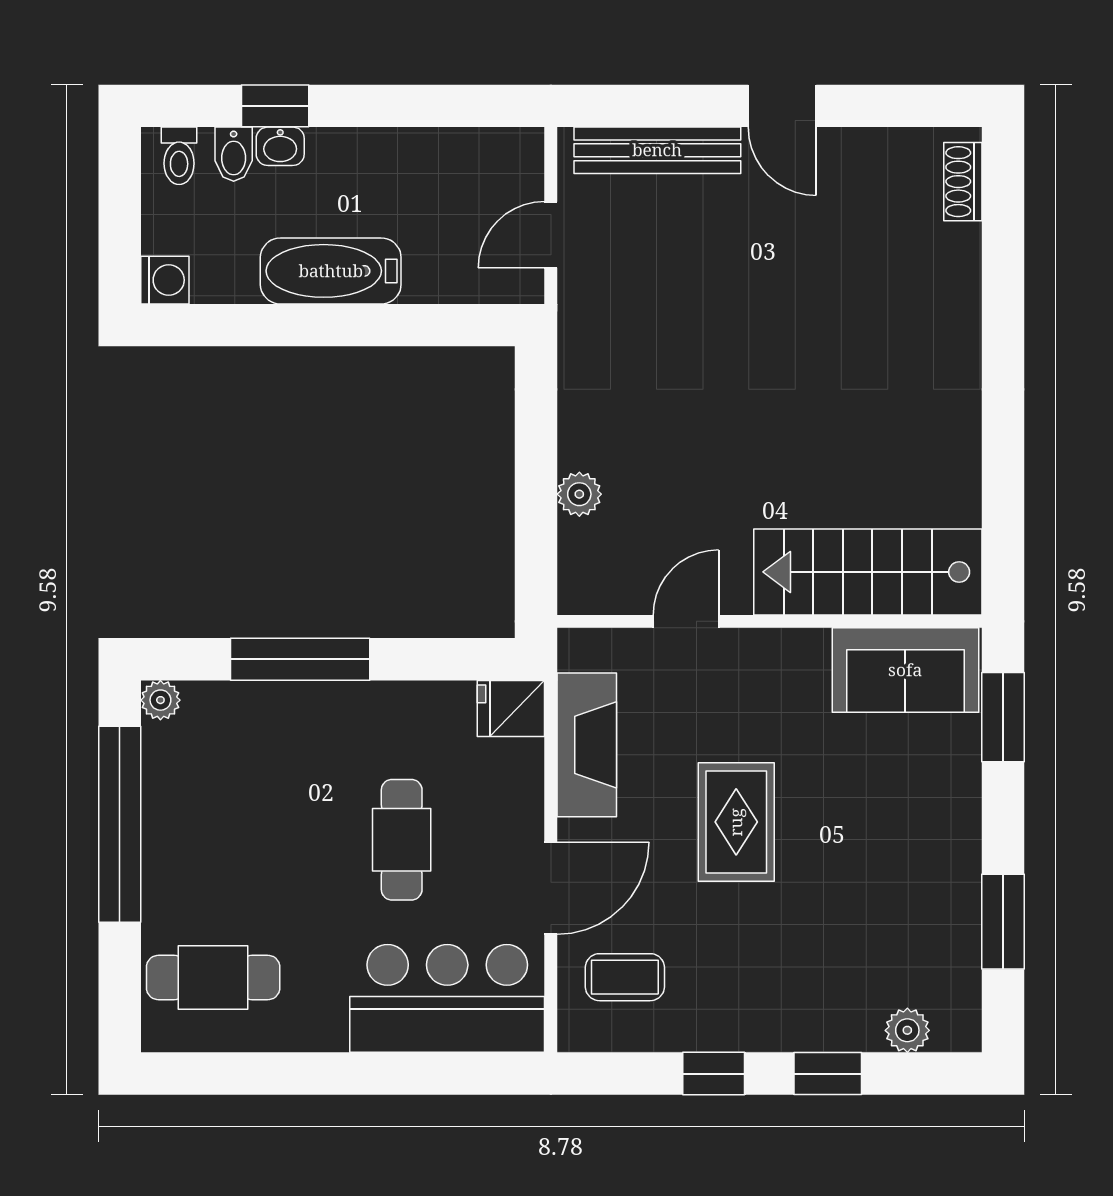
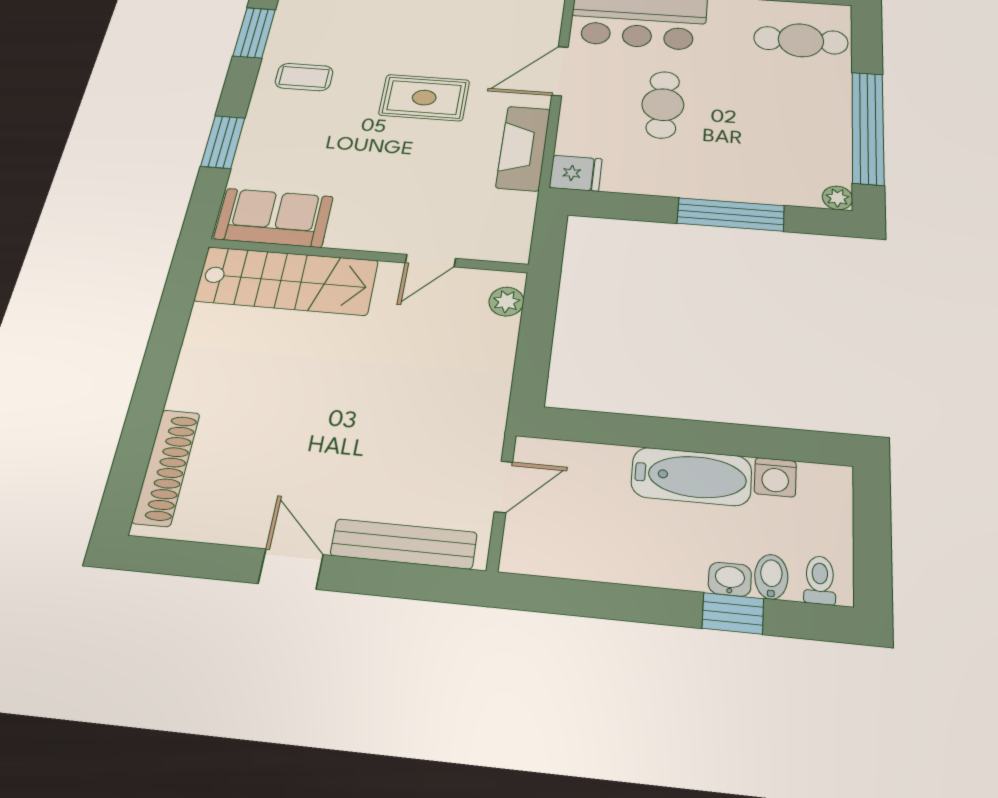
shoe rack: (963, 182) -> (166, 467), width x1.94, depth x1.24
washing machine: (165, 280) -> (775, 477), moved, turned -90
stairs: (868, 572) -> (287, 281), moved
door: (686, 621) -> (430, 261), moved
wall: (770, 621) -> (367, 256), moved
sofa: (905, 670) -> (274, 218), moved
rug: (736, 822) -> (424, 98), turned 90
coffee table: (625, 977) -> (304, 77), moved

